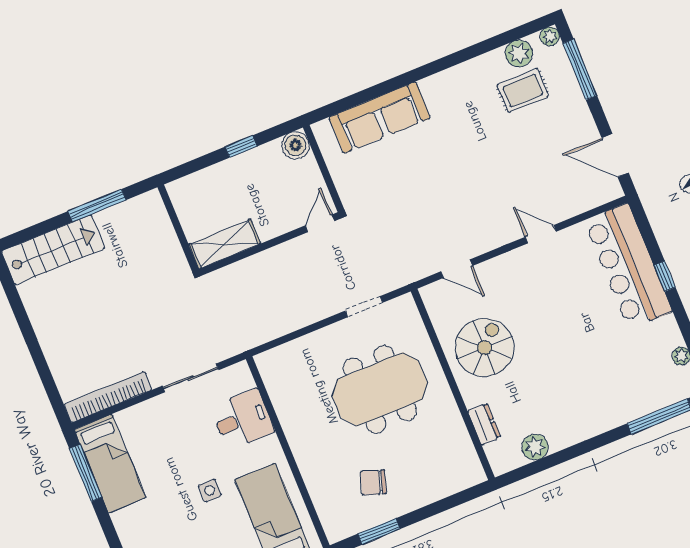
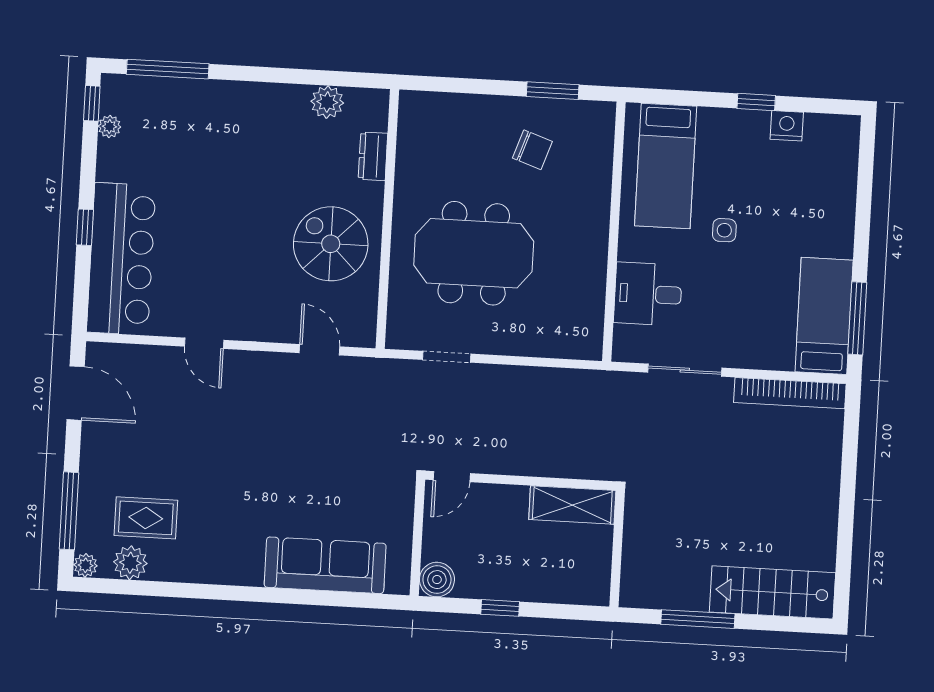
spiral stairs: (485, 348) -> (331, 244), turned 90

